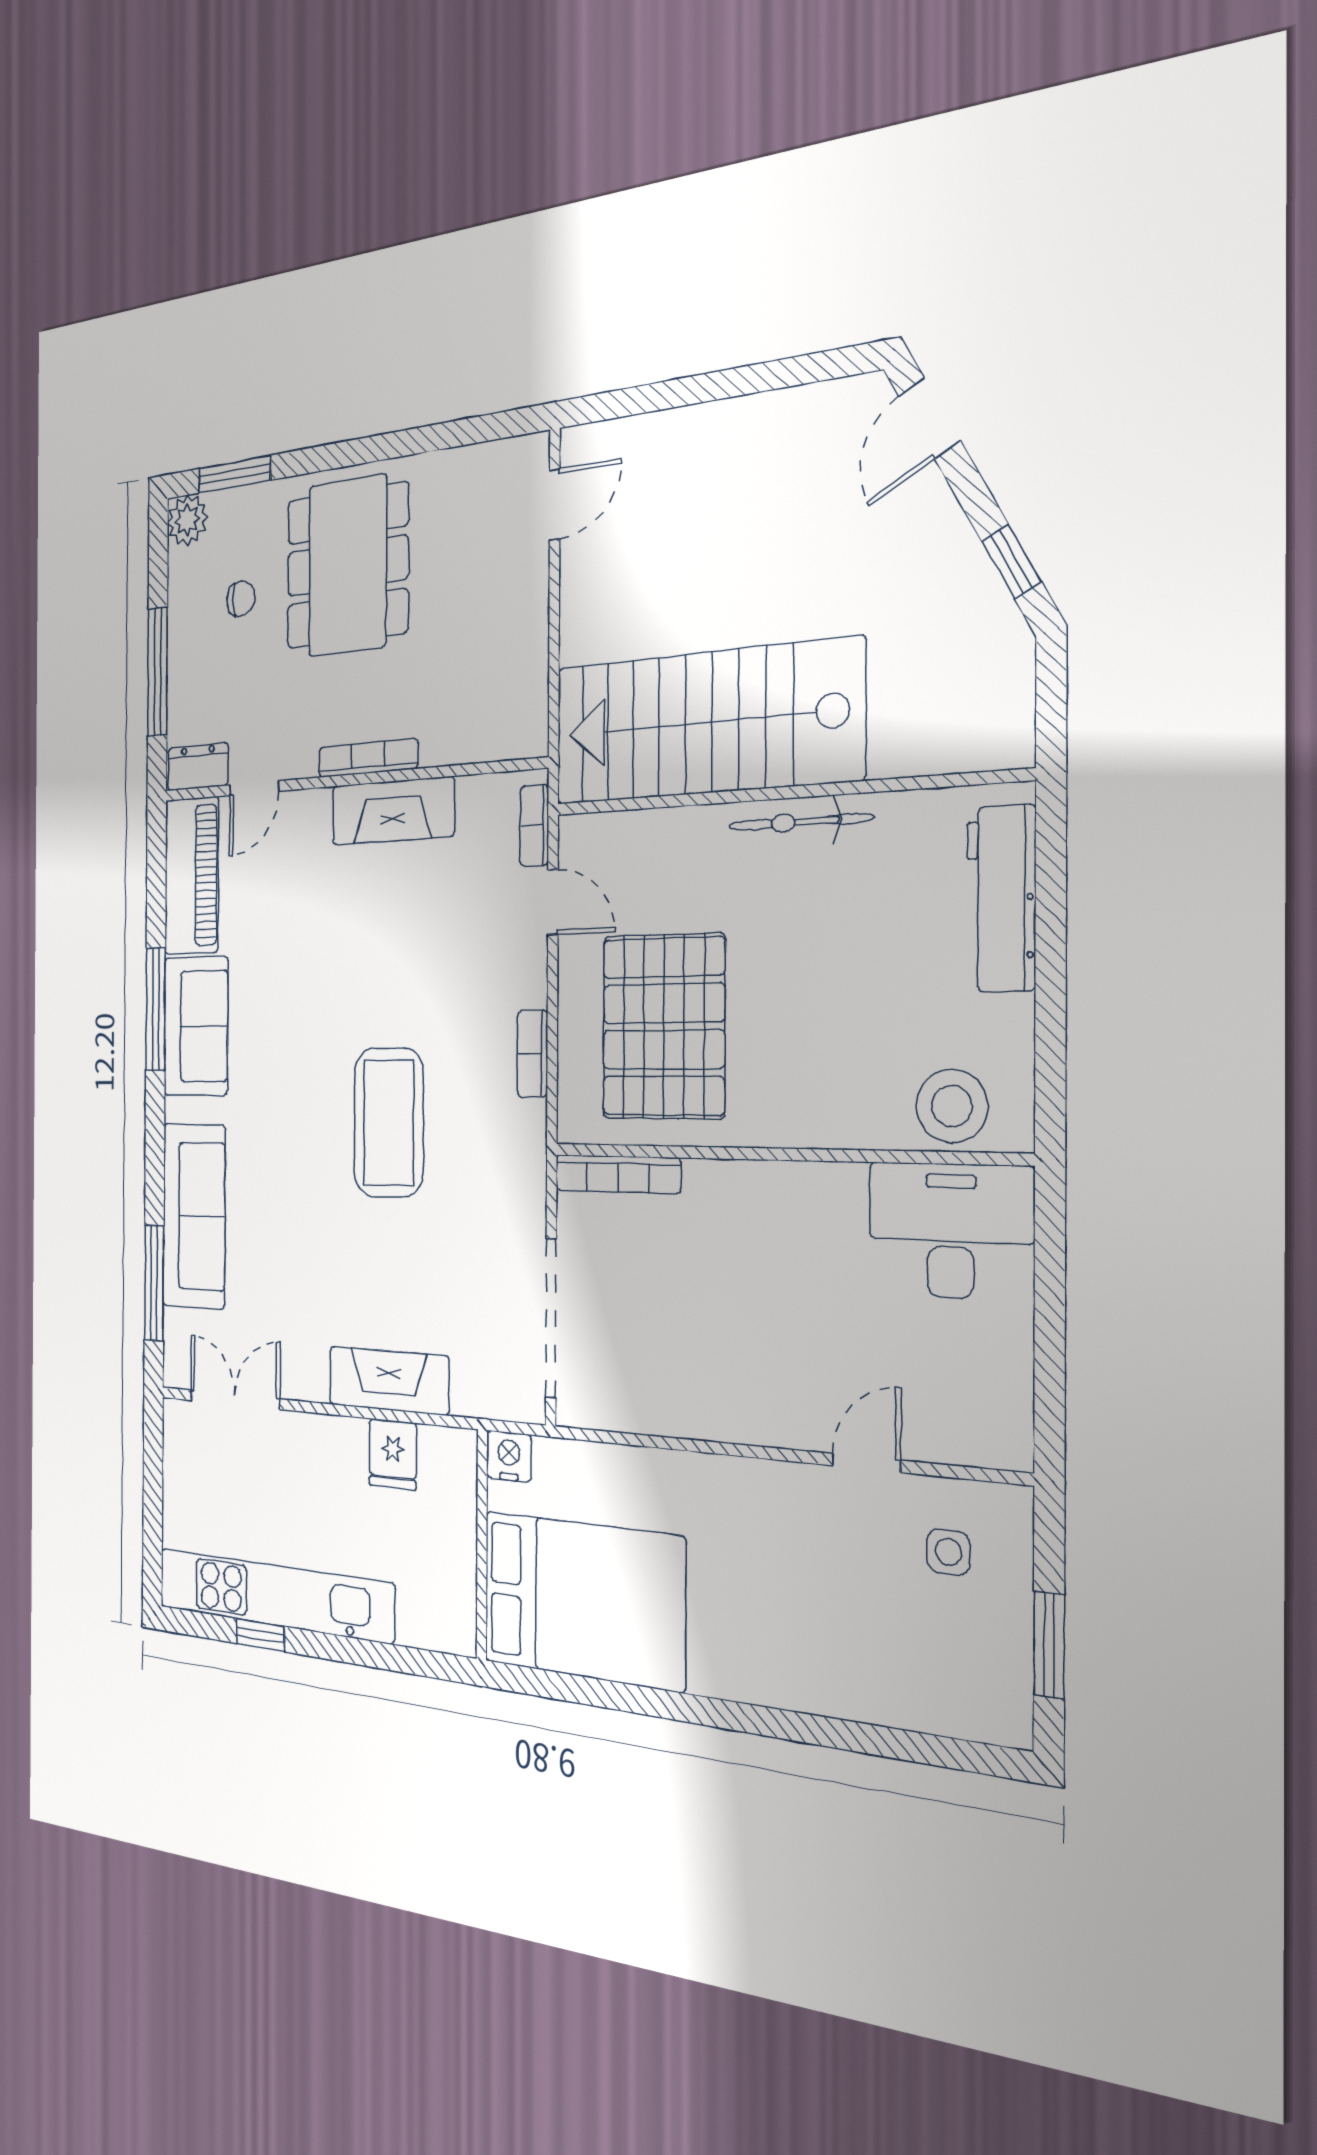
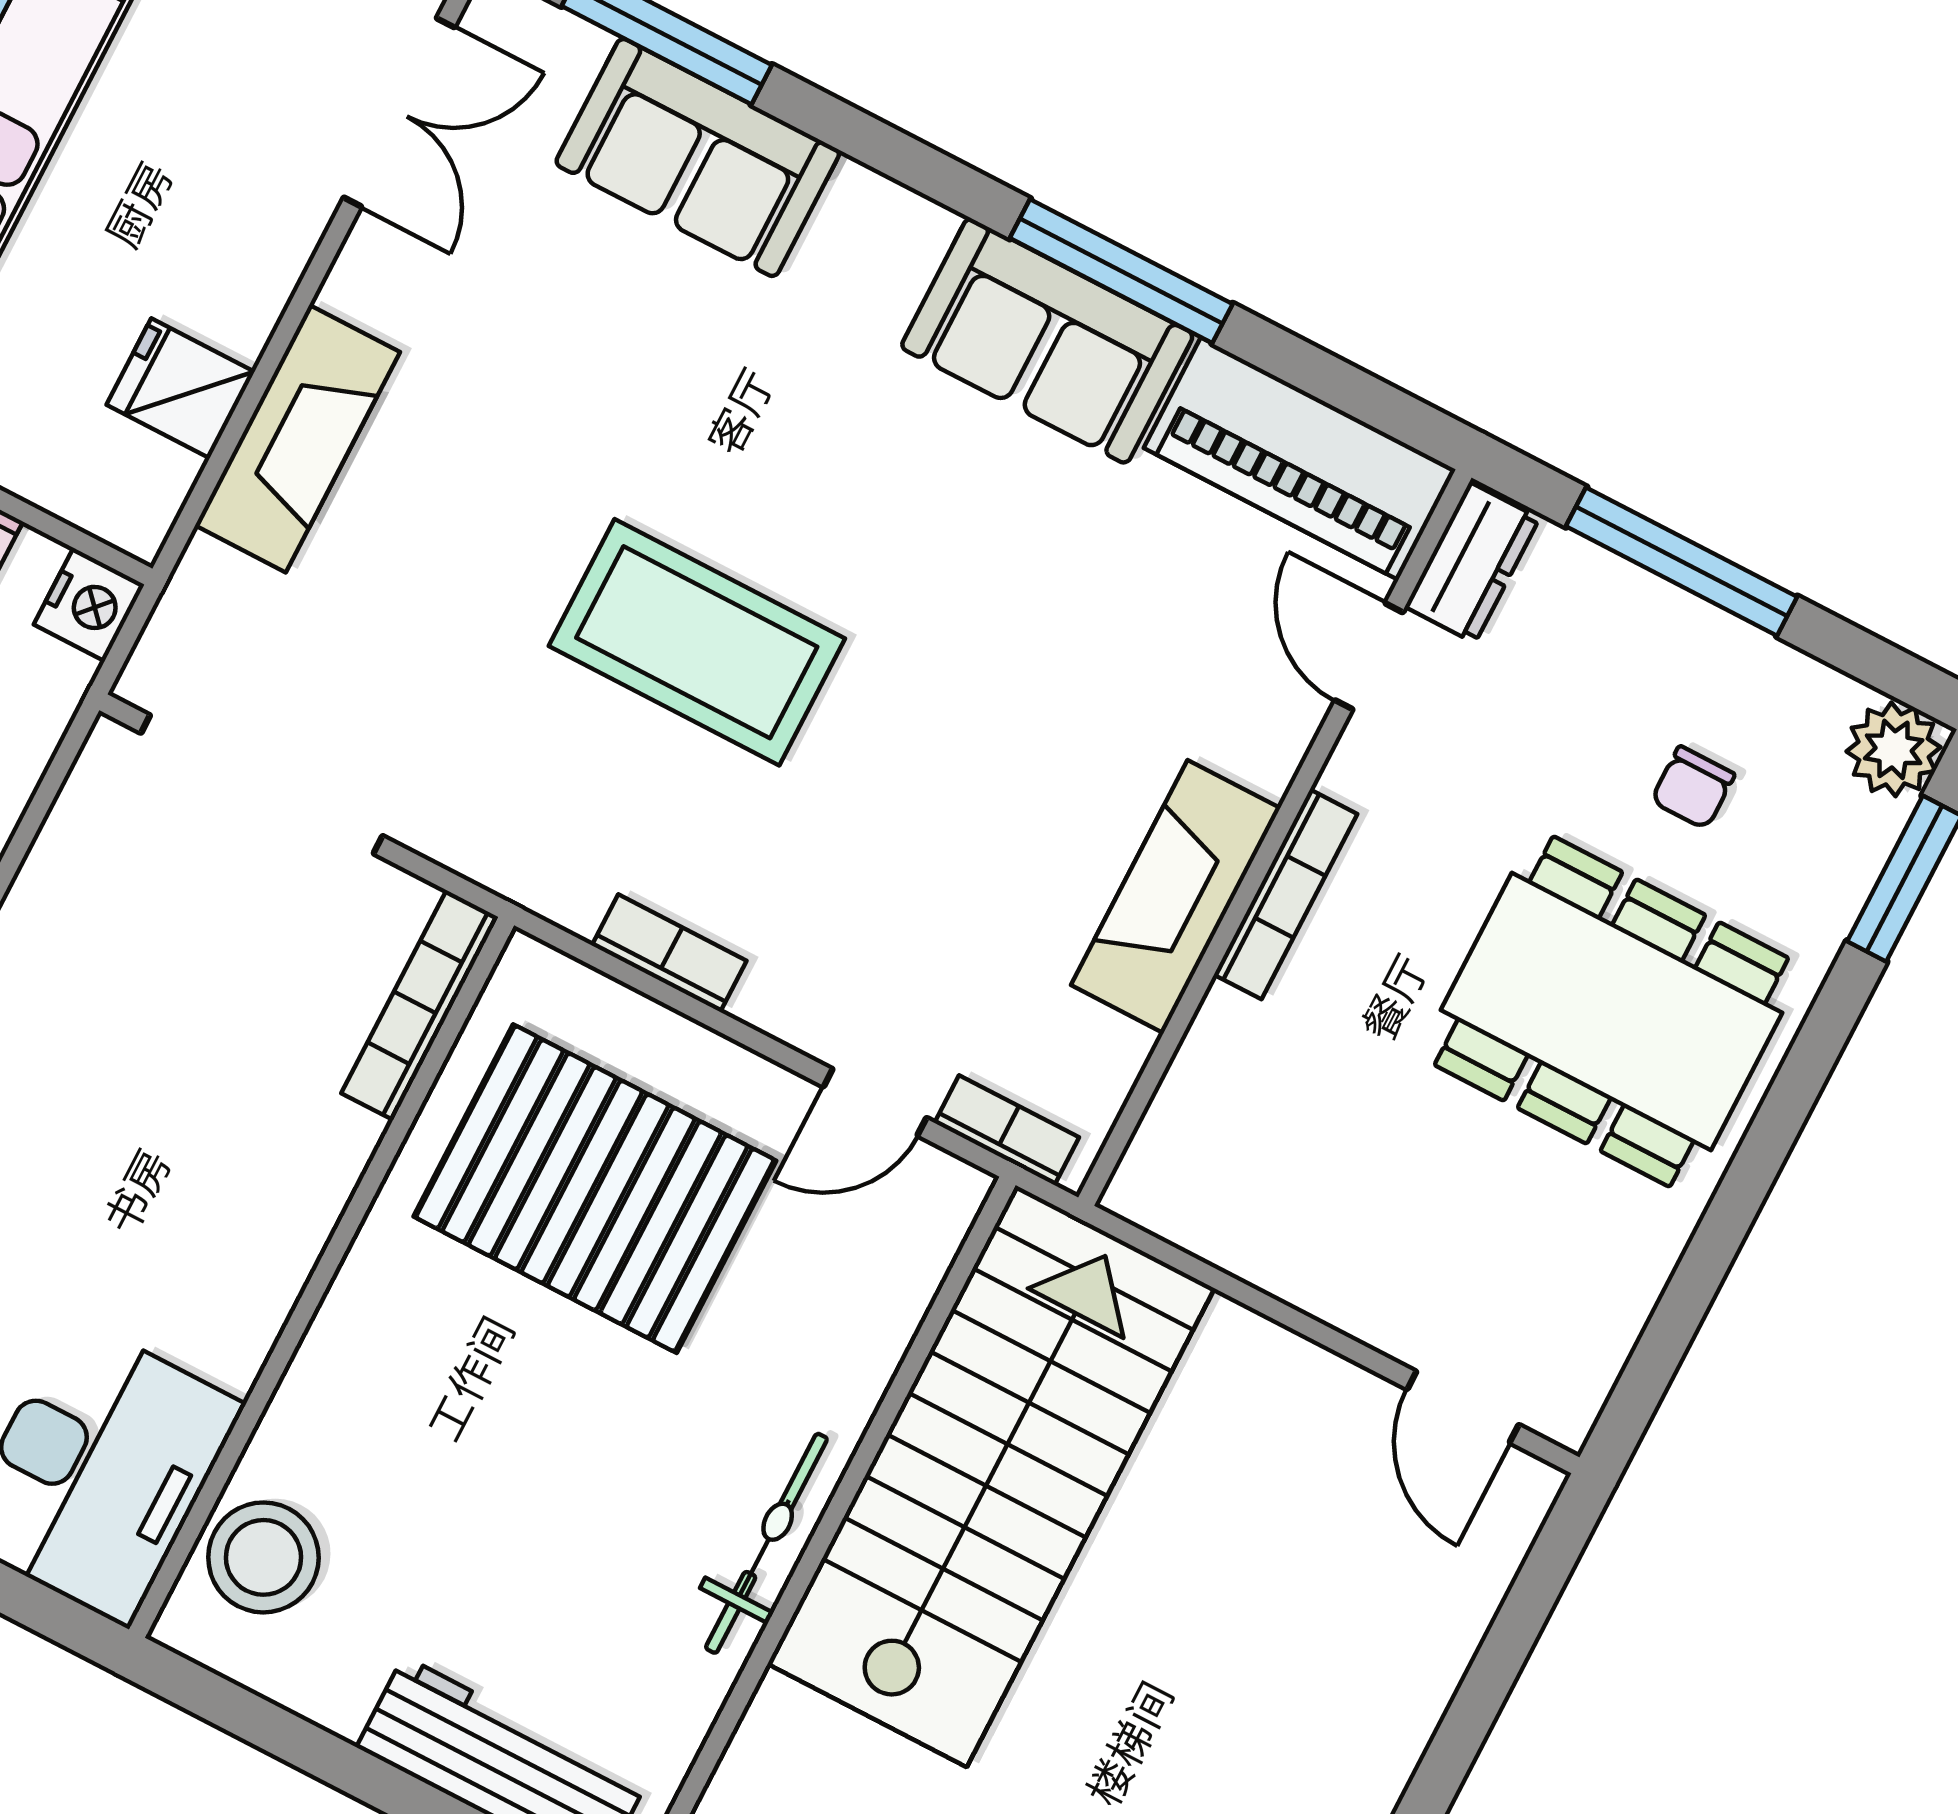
sofa: (194, 1216) -> (698, 157), width x0.73

